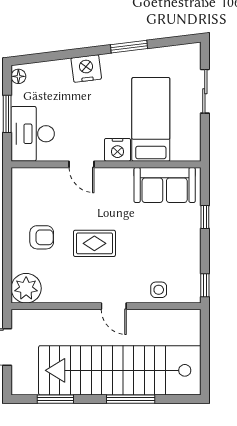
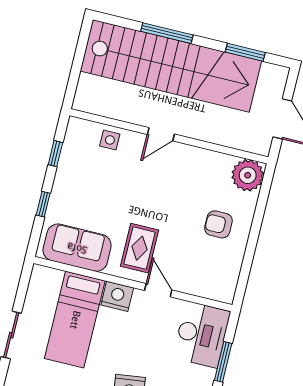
rug: (94, 243) -> (140, 248), moved, turned 90
window: (205, 285) -> (55, 154), moved
door: (114, 306) -> (161, 134), swing flipped

